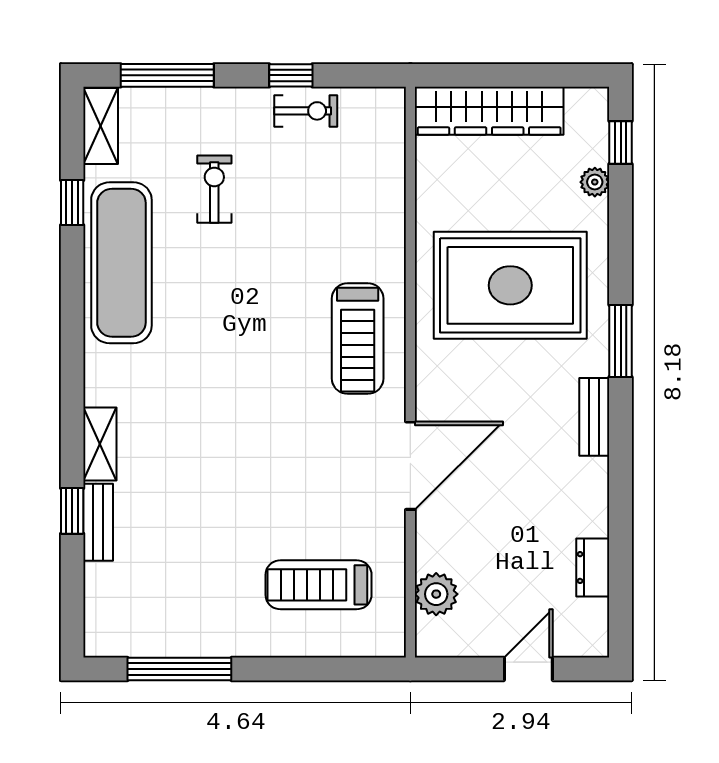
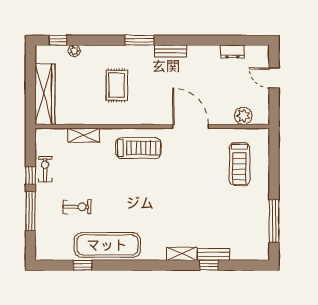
window: (167, 75) -> (30, 211), moved
shelving: (101, 126) -> (84, 135), moved
exercise bike: (214, 189) -> (77, 207), turned 180
rug: (510, 285) -> (117, 85), width x0.54, depth x0.49

